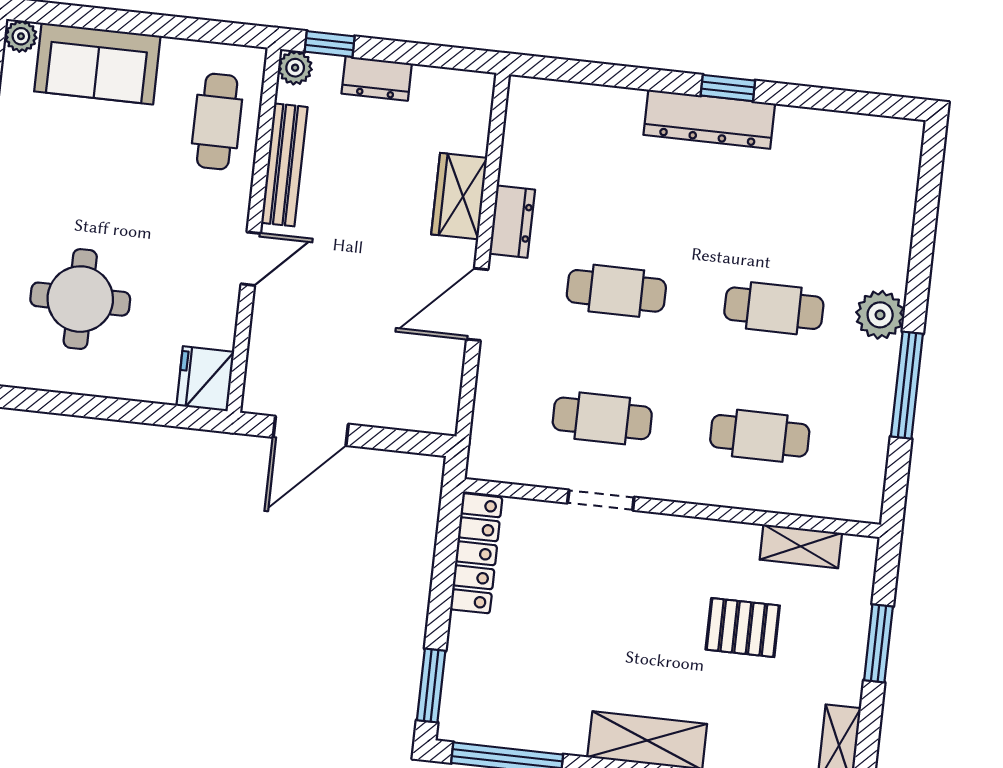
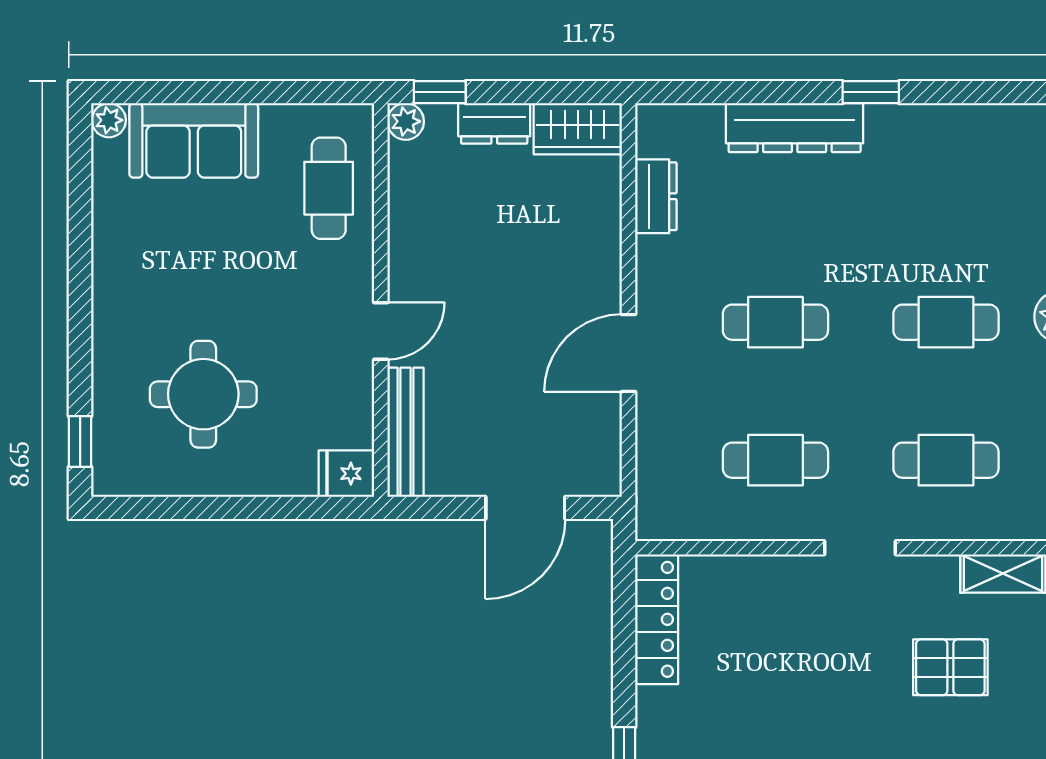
dresser: (709, 119) -> (795, 128), moved
bench: (284, 165) -> (406, 432), moved
wardrobe: (459, 196) -> (578, 129), moved, turned -90
dresser: (512, 222) -> (656, 196), moved
fridge: (205, 379) -> (346, 474), width x0.72
door: (311, 431) -> (525, 508), moved
doorway: (601, 500) -> (860, 548), moved

